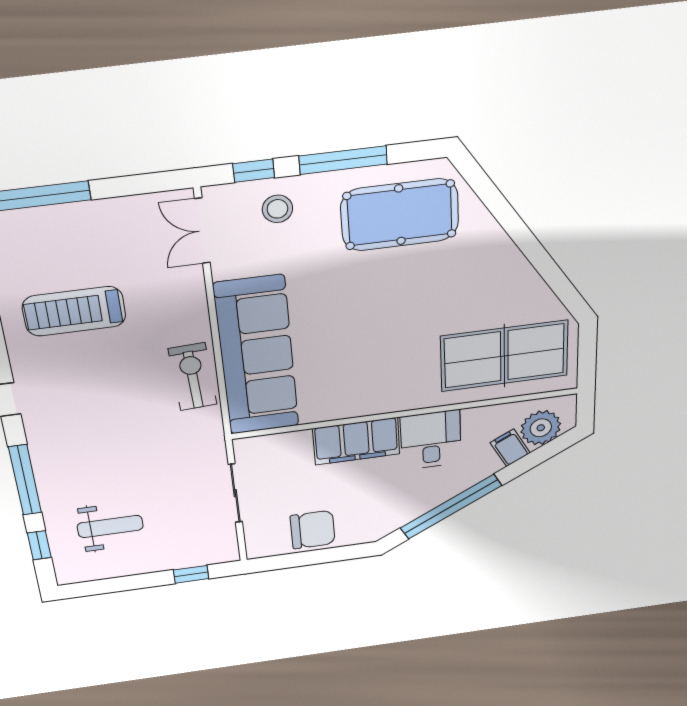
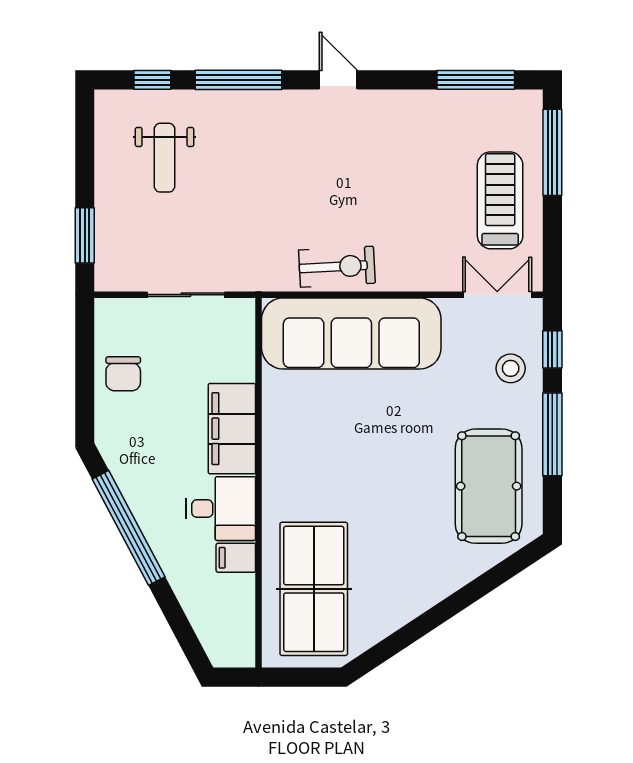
treadmill: (74, 311) -> (500, 200), moved
plant: (541, 428) -> (218, 628), removed
filing cabinet: (510, 448) -> (236, 558), moved, turned -152
chair: (313, 530) -> (123, 374), width x0.73, depth x0.73
window: (191, 574) -> (85, 235), width x1.50

